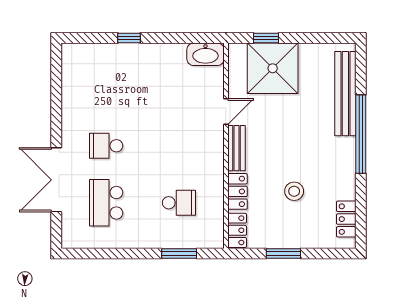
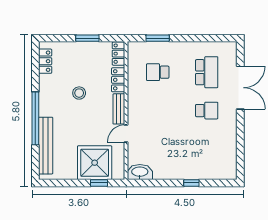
stool: (294, 191) -> (79, 93), moved

